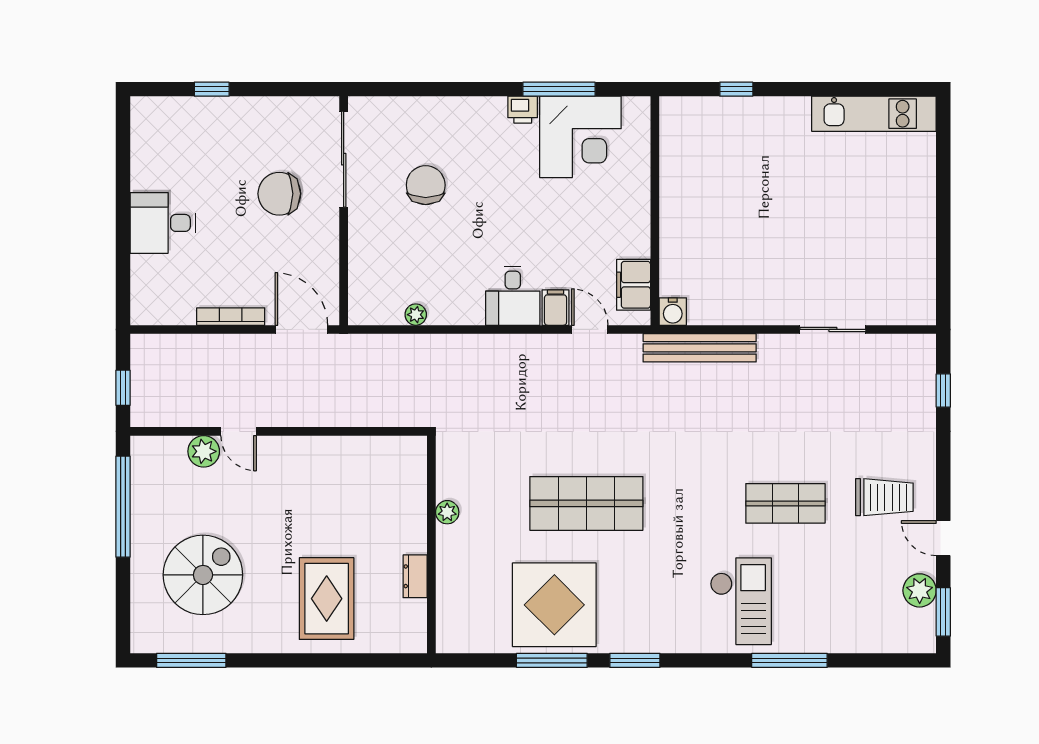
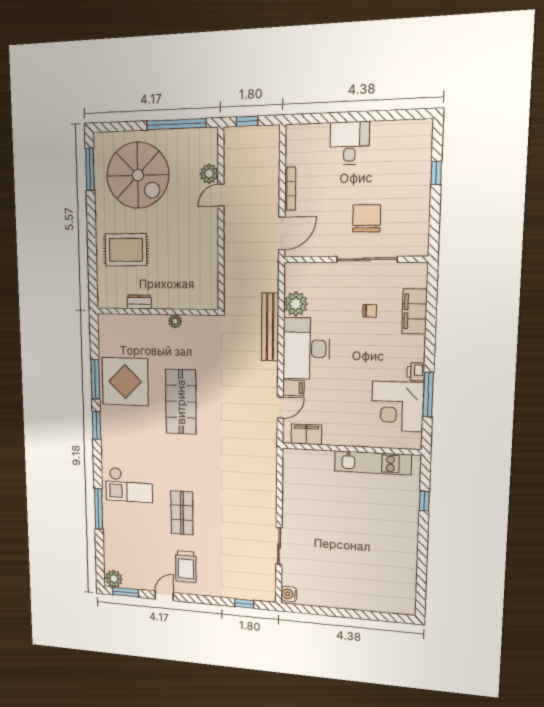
kitchen unit: (874, 114) -> (373, 463), moved, turned -90
filing cabinet: (426, 115) -> (415, 311), added
sliding door: (344, 159) -> (367, 259), moved
chair: (426, 185) -> (370, 311), width x0.54, depth x0.54
desk: (513, 296) -> (306, 349), width x1.87, depth x1.30
water cooler: (673, 312) -> (289, 594), moved
plant: (416, 315) -> (296, 304), width x1.87, depth x1.87
bench: (700, 348) -> (270, 327), moved
spiral stairs: (203, 575) -> (138, 175), width x1.37, depth x1.37
plant: (920, 590) -> (114, 579), moved

